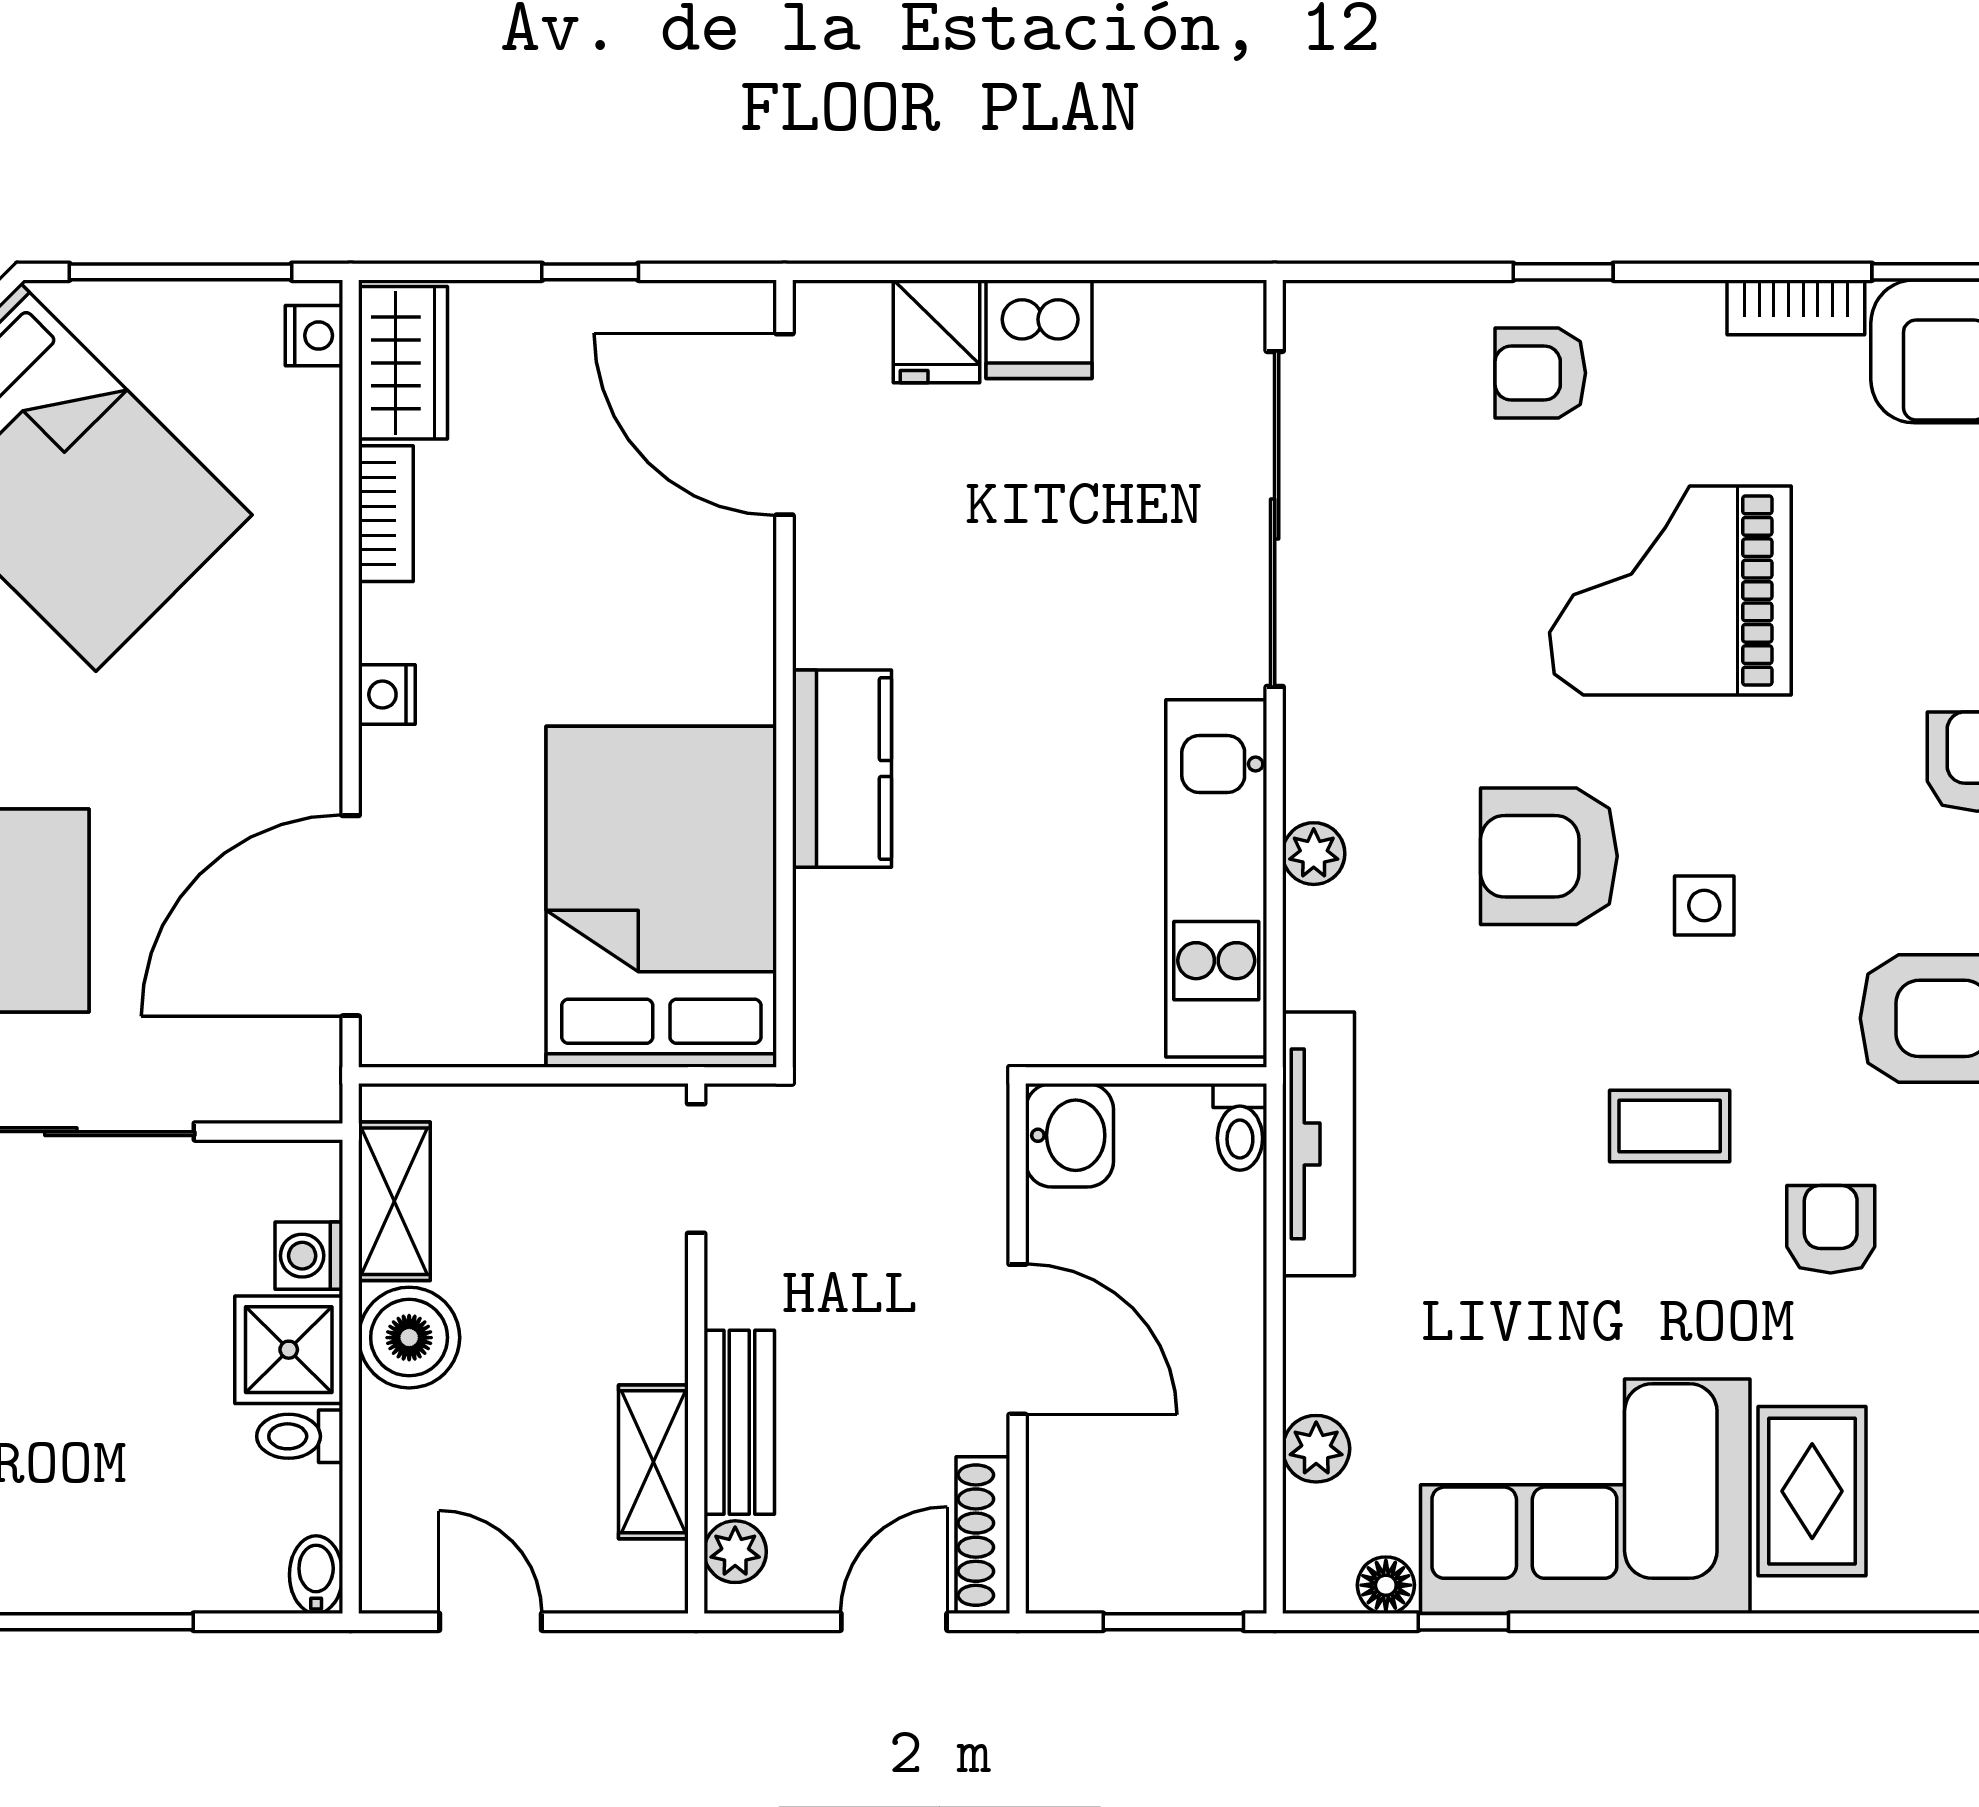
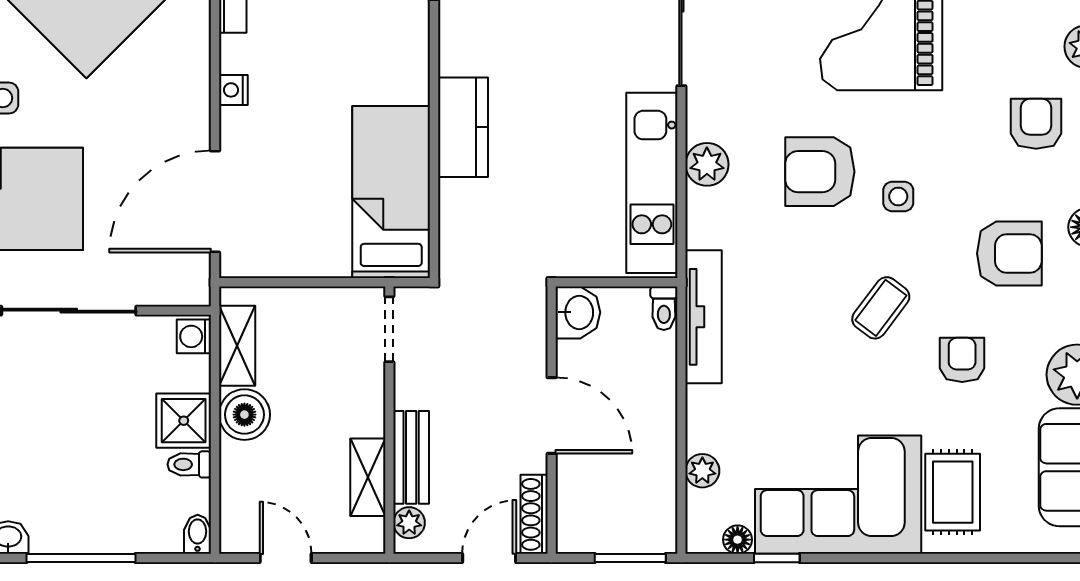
plant: (1314, 854) -> (707, 164), width x1.38, depth x1.38
bed: (661, 897) -> (391, 192), width x0.67
coffee table: (1670, 1126) -> (881, 308), turned -53
washing machine: (309, 1256) -> (194, 336), moved

